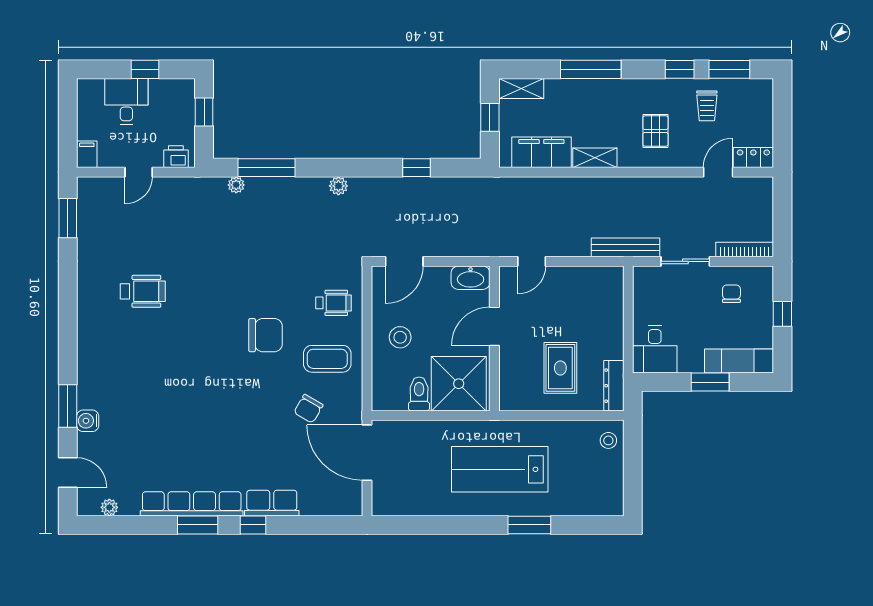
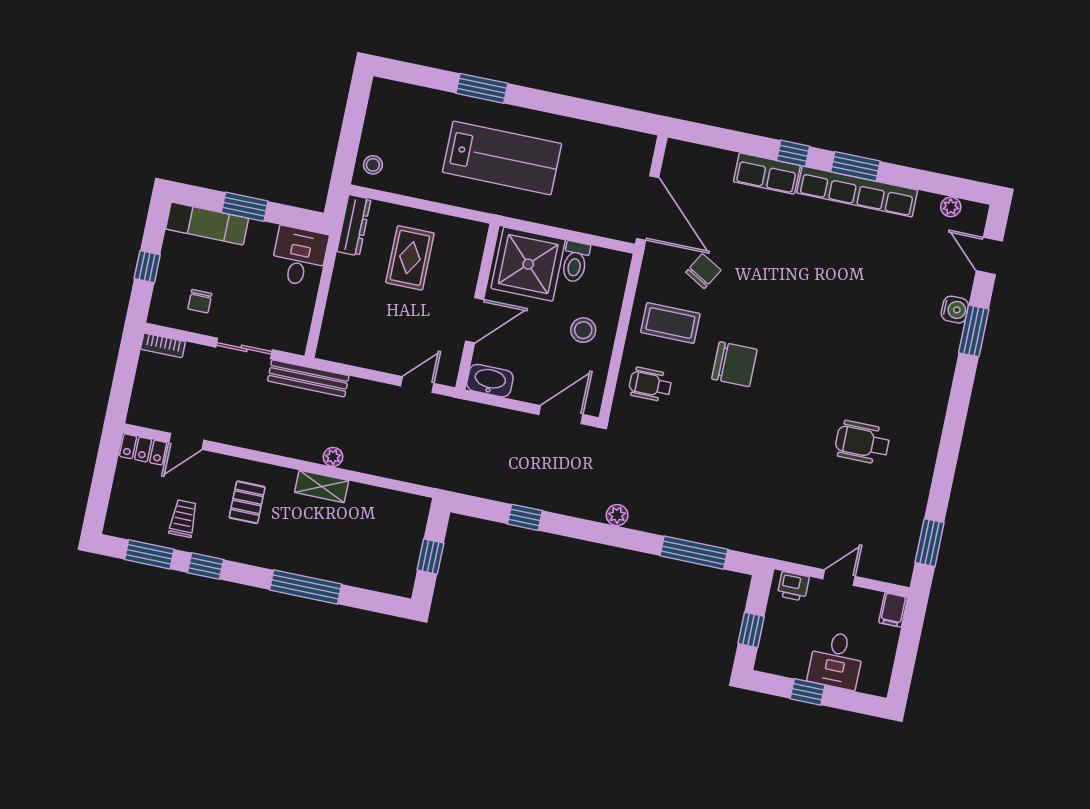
shelving: (521, 88) -> (388, 582), removed
filing cabinet: (541, 152) -> (381, 505), removed
plant: (236, 185) -> (333, 457), moved
bookcase: (745, 250) -> (163, 345), width x0.64
chair: (266, 335) -> (734, 364), turned 180

